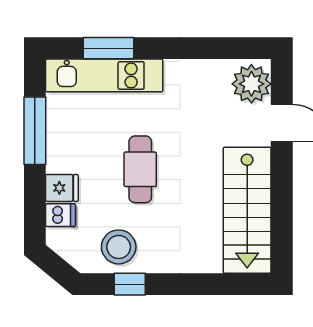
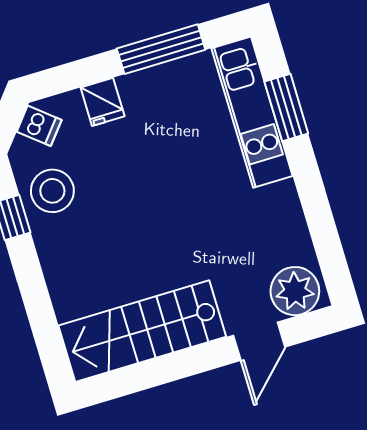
cafe table: (140, 169) -> (153, 189), removed
dishwasher: (61, 215) -> (39, 126), moved, turned -50

